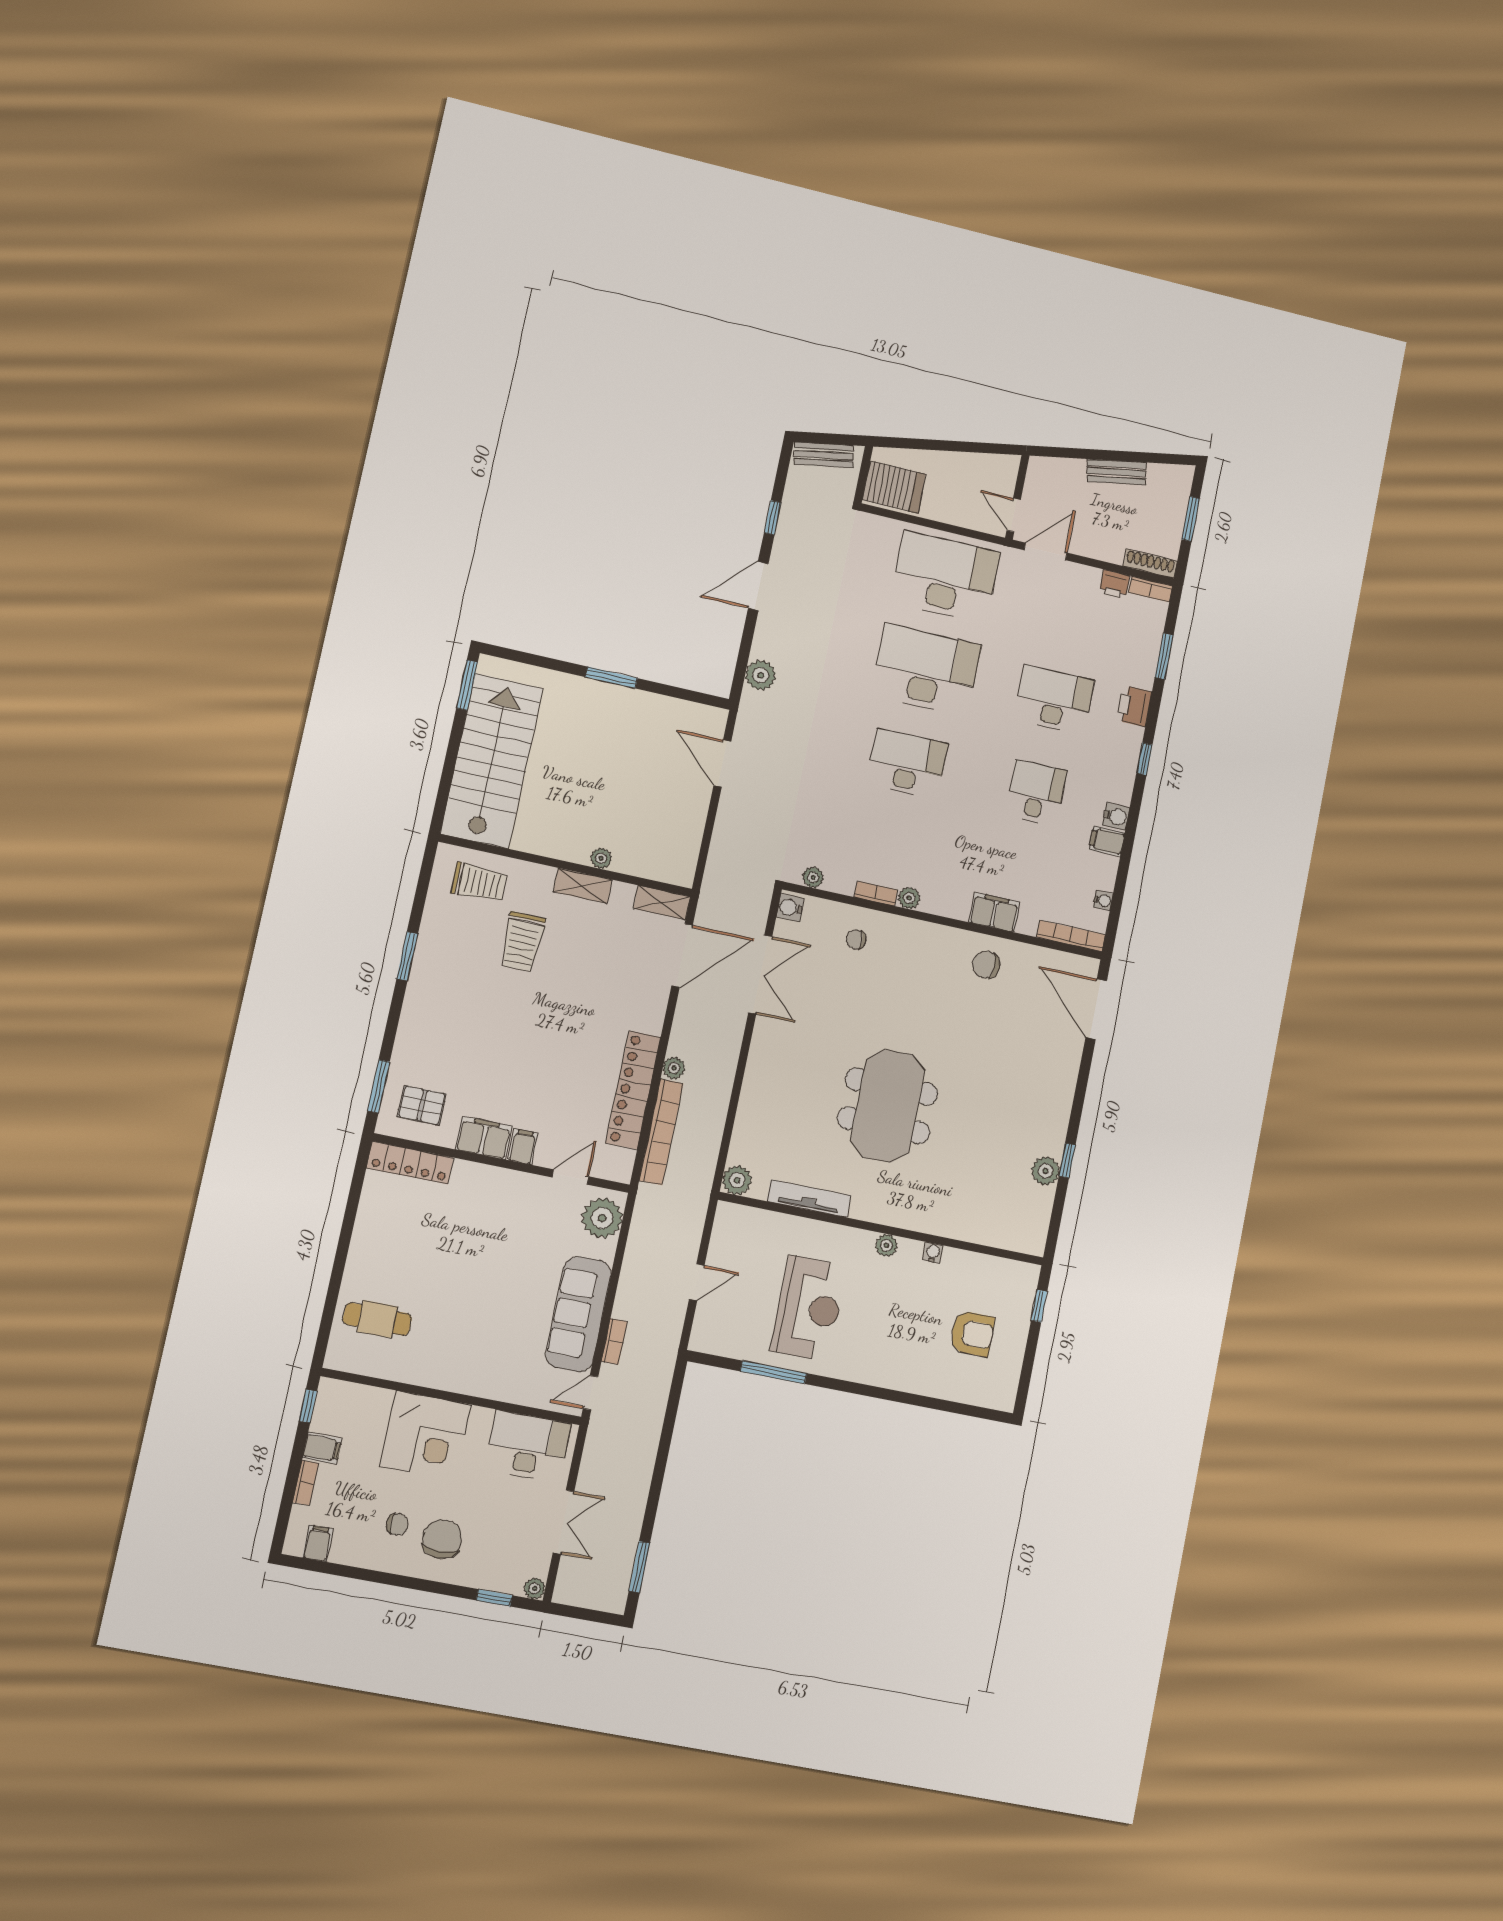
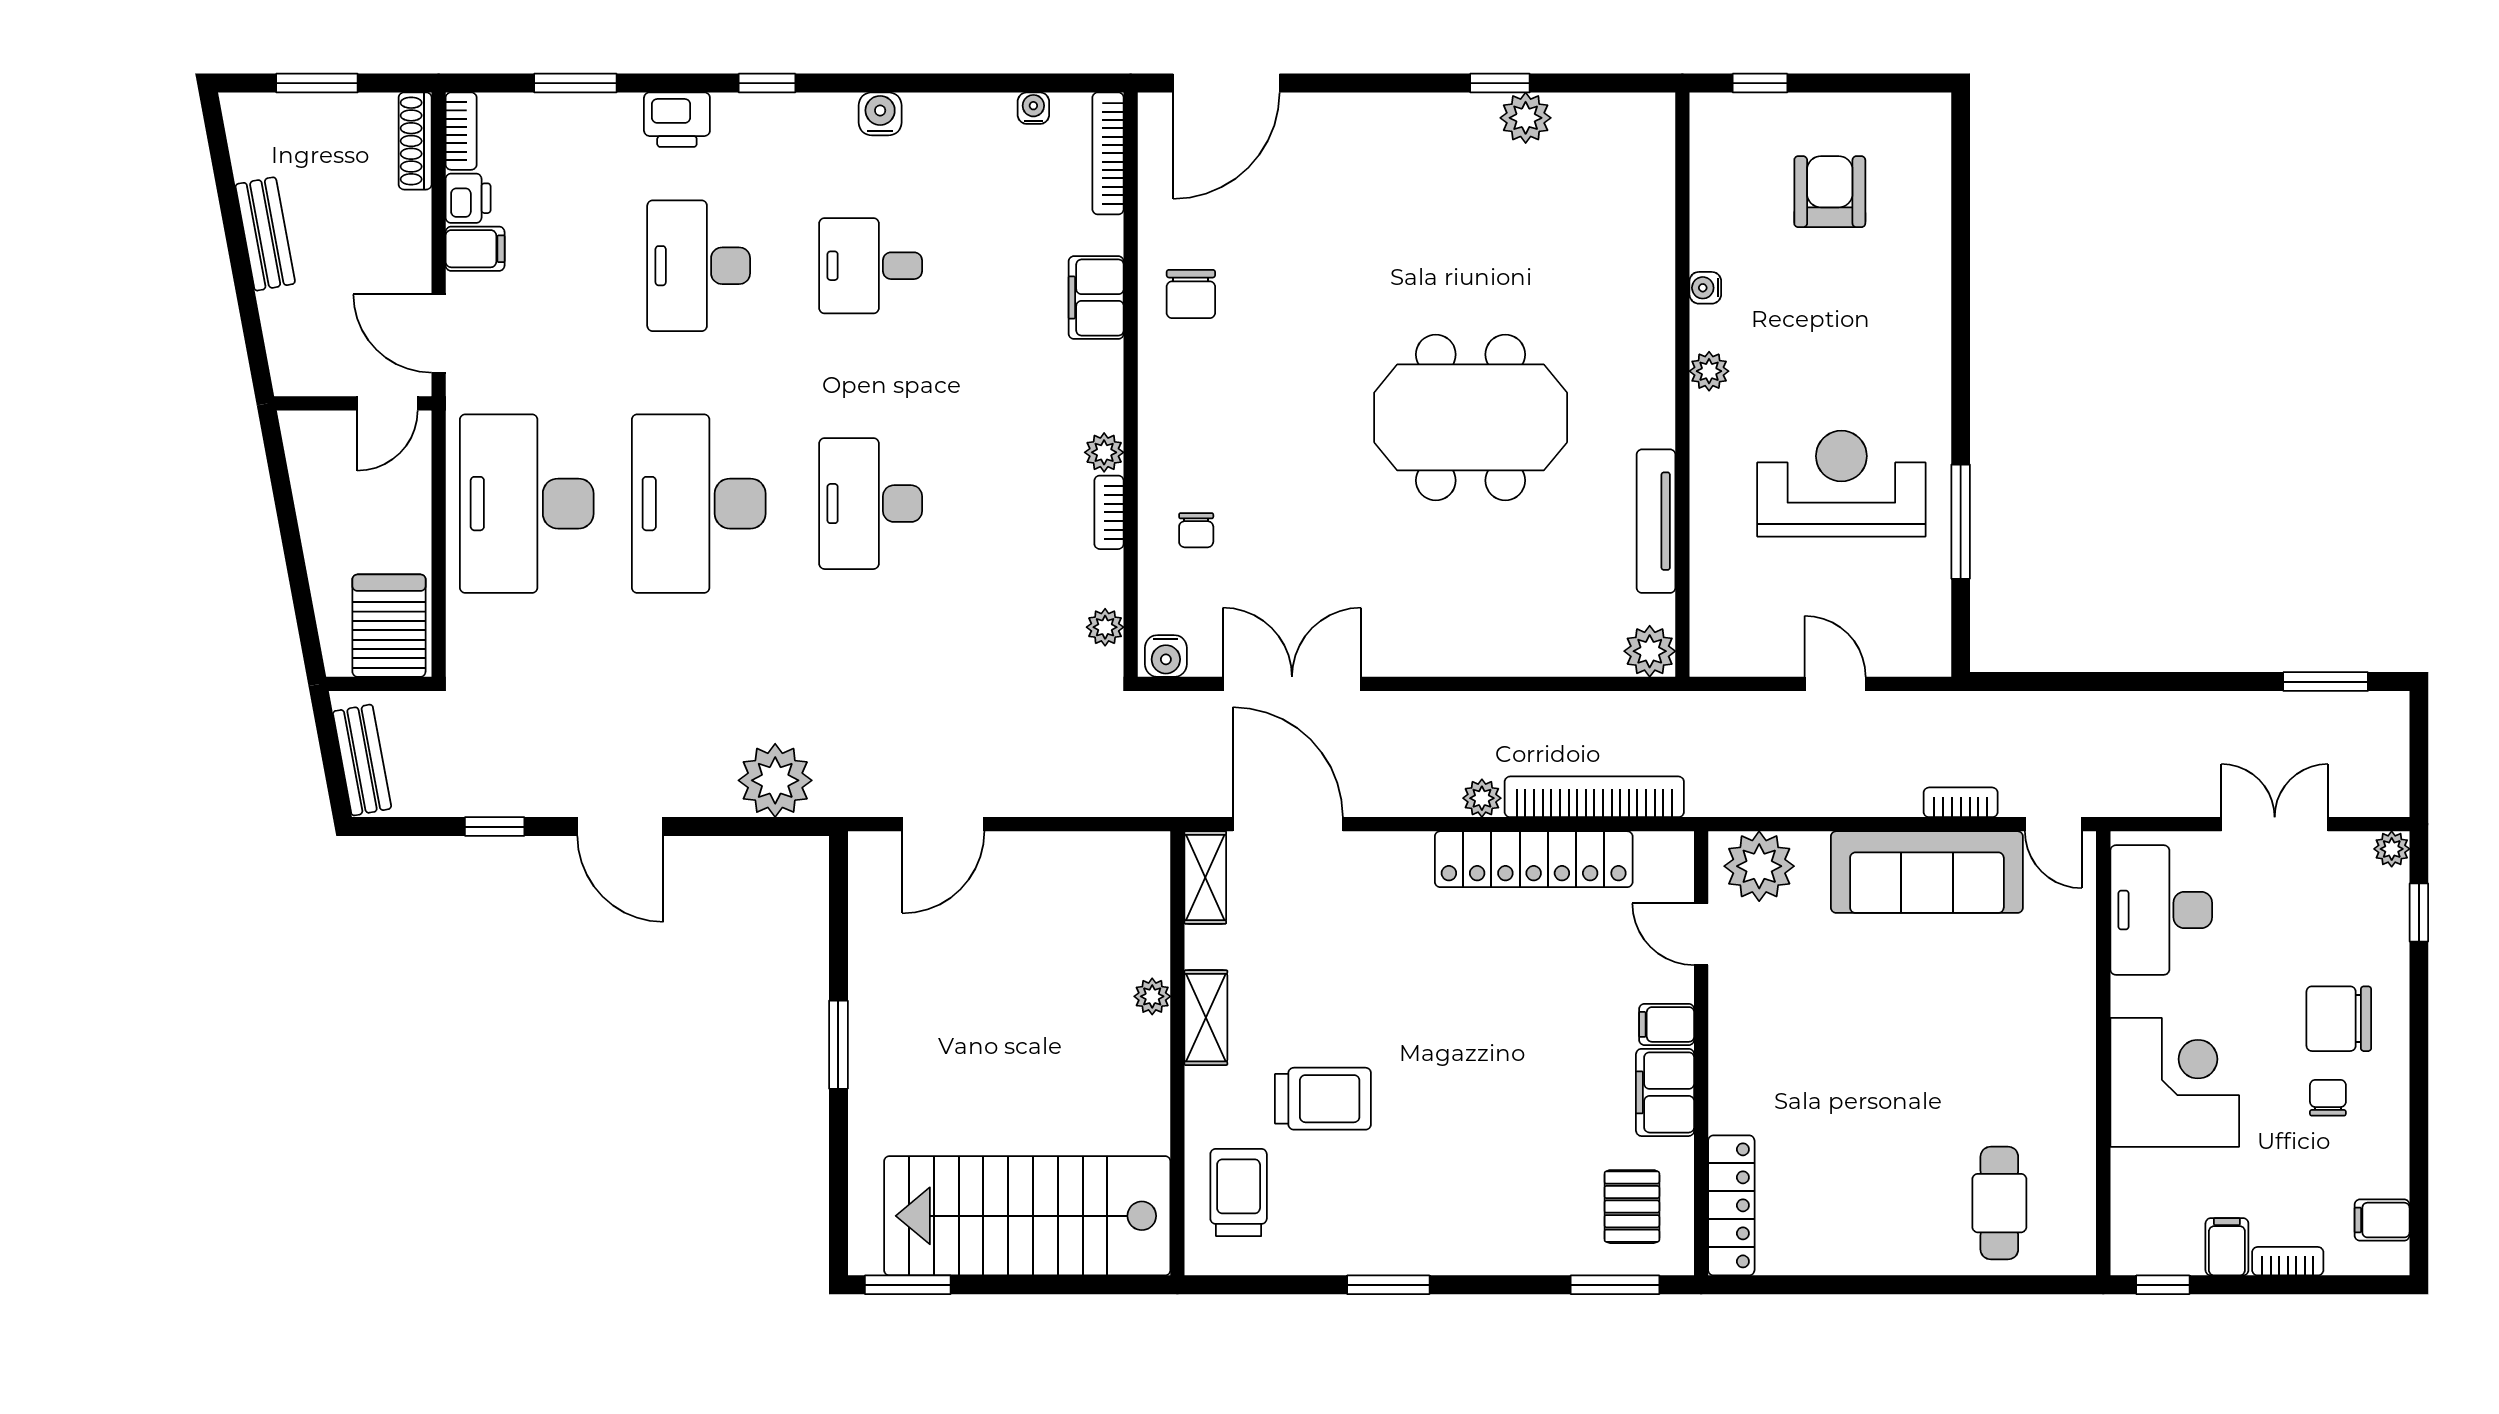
plant: (761, 675) -> (775, 780), width x1.36, depth x1.36
filing cabinet: (1107, 841) -> (475, 249), moved, turned -90

